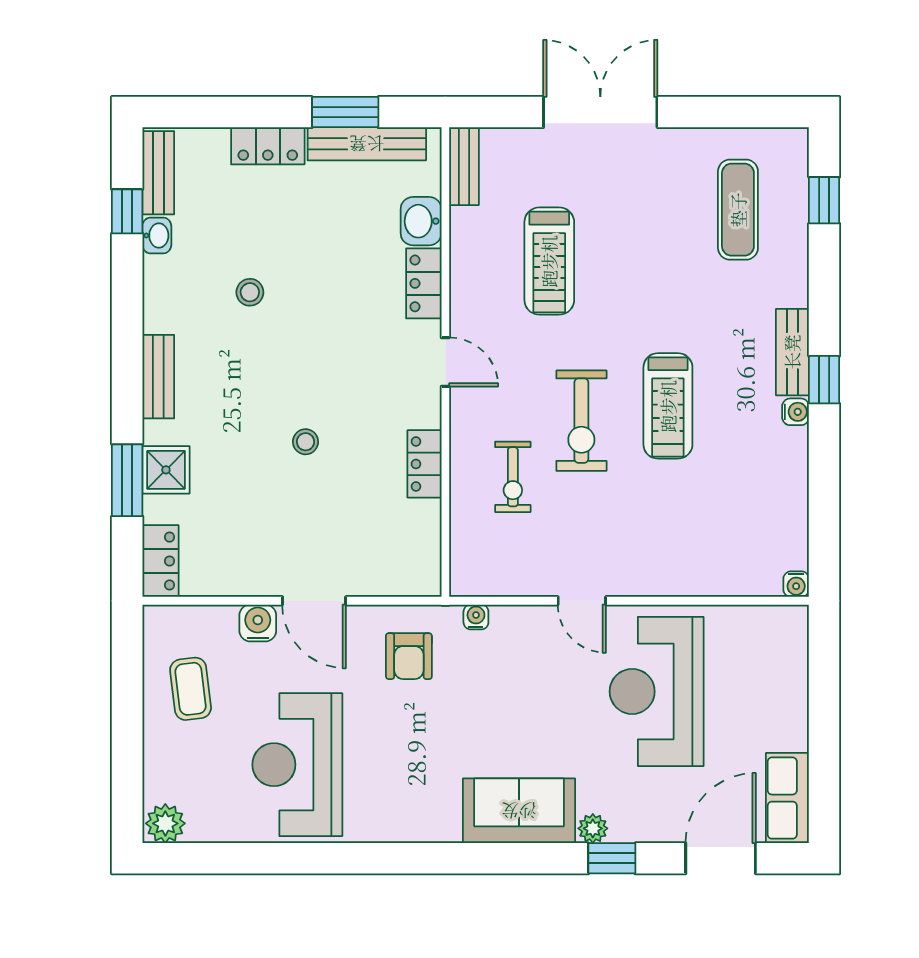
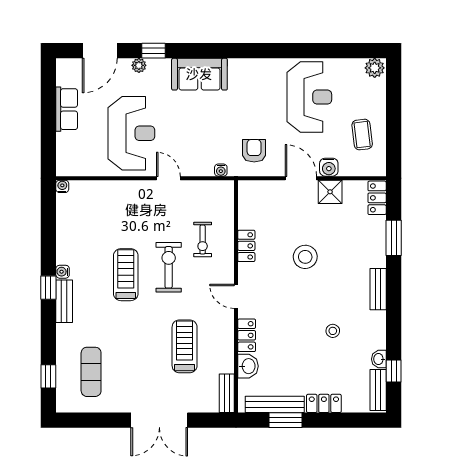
stool: (305, 442) -> (305, 257), width x1.89, depth x1.89
shower: (166, 470) -> (330, 192), moved
exercise bike: (513, 477) -> (203, 240), turned 180
row of seats: (787, 798) -> (67, 109), moved
plant: (593, 828) -> (139, 65), moved

